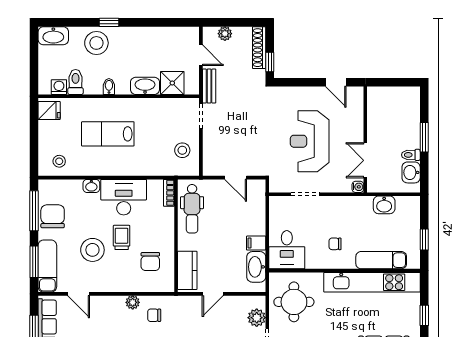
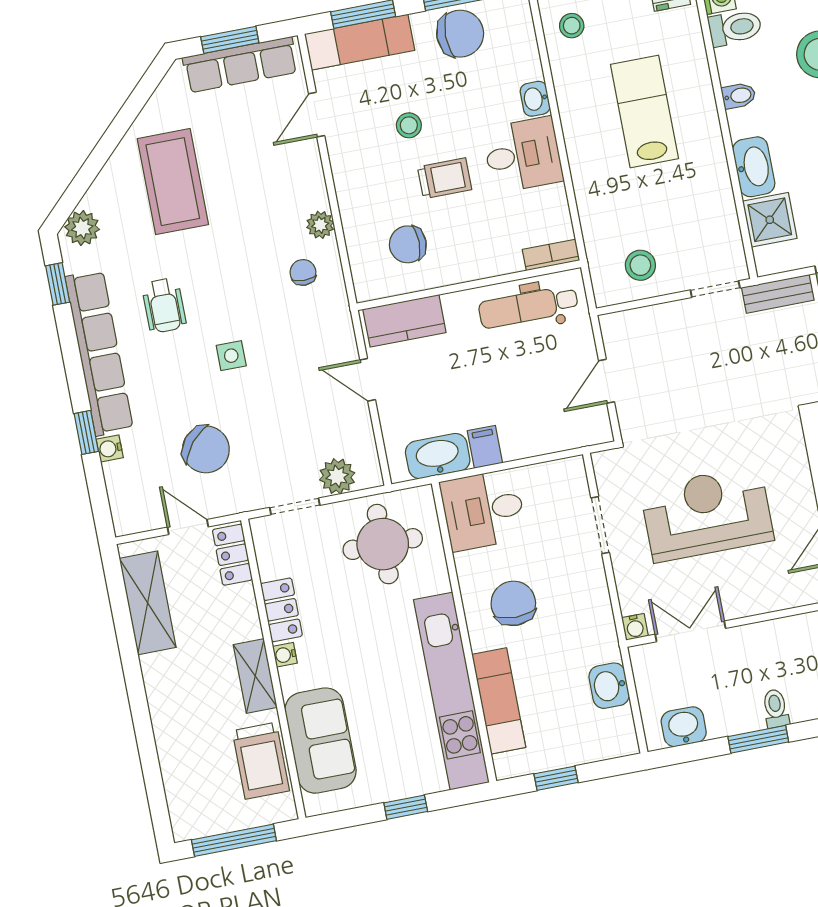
toilet: (411, 155) -> (776, 708), moved
desk: (124, 197) -> (523, 155), width x0.73
chair: (335, 244) -> (513, 603), width x1.87, depth x1.87
stool: (92, 250) -> (409, 125), width x0.53, depth x0.53

